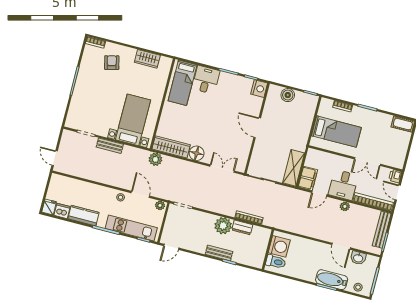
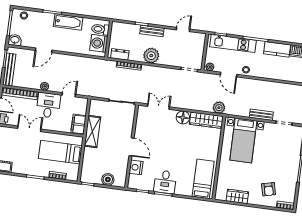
desk: (206, 80) -> (165, 182), moved
nightstand: (259, 89) -> (136, 167), moved
shelving: (294, 168) -> (92, 131), moved
double door: (222, 169) -> (158, 107), swing flipped
filing cabinet: (308, 178) -> (78, 124), moved
dresser: (242, 227) -> (120, 54), moved
door: (341, 246) -> (44, 50), swing flipped
door: (171, 247) -> (183, 29), moved
washbasin: (358, 258) -> (15, 40), moved
bathtub: (332, 280) -> (68, 22), moved

